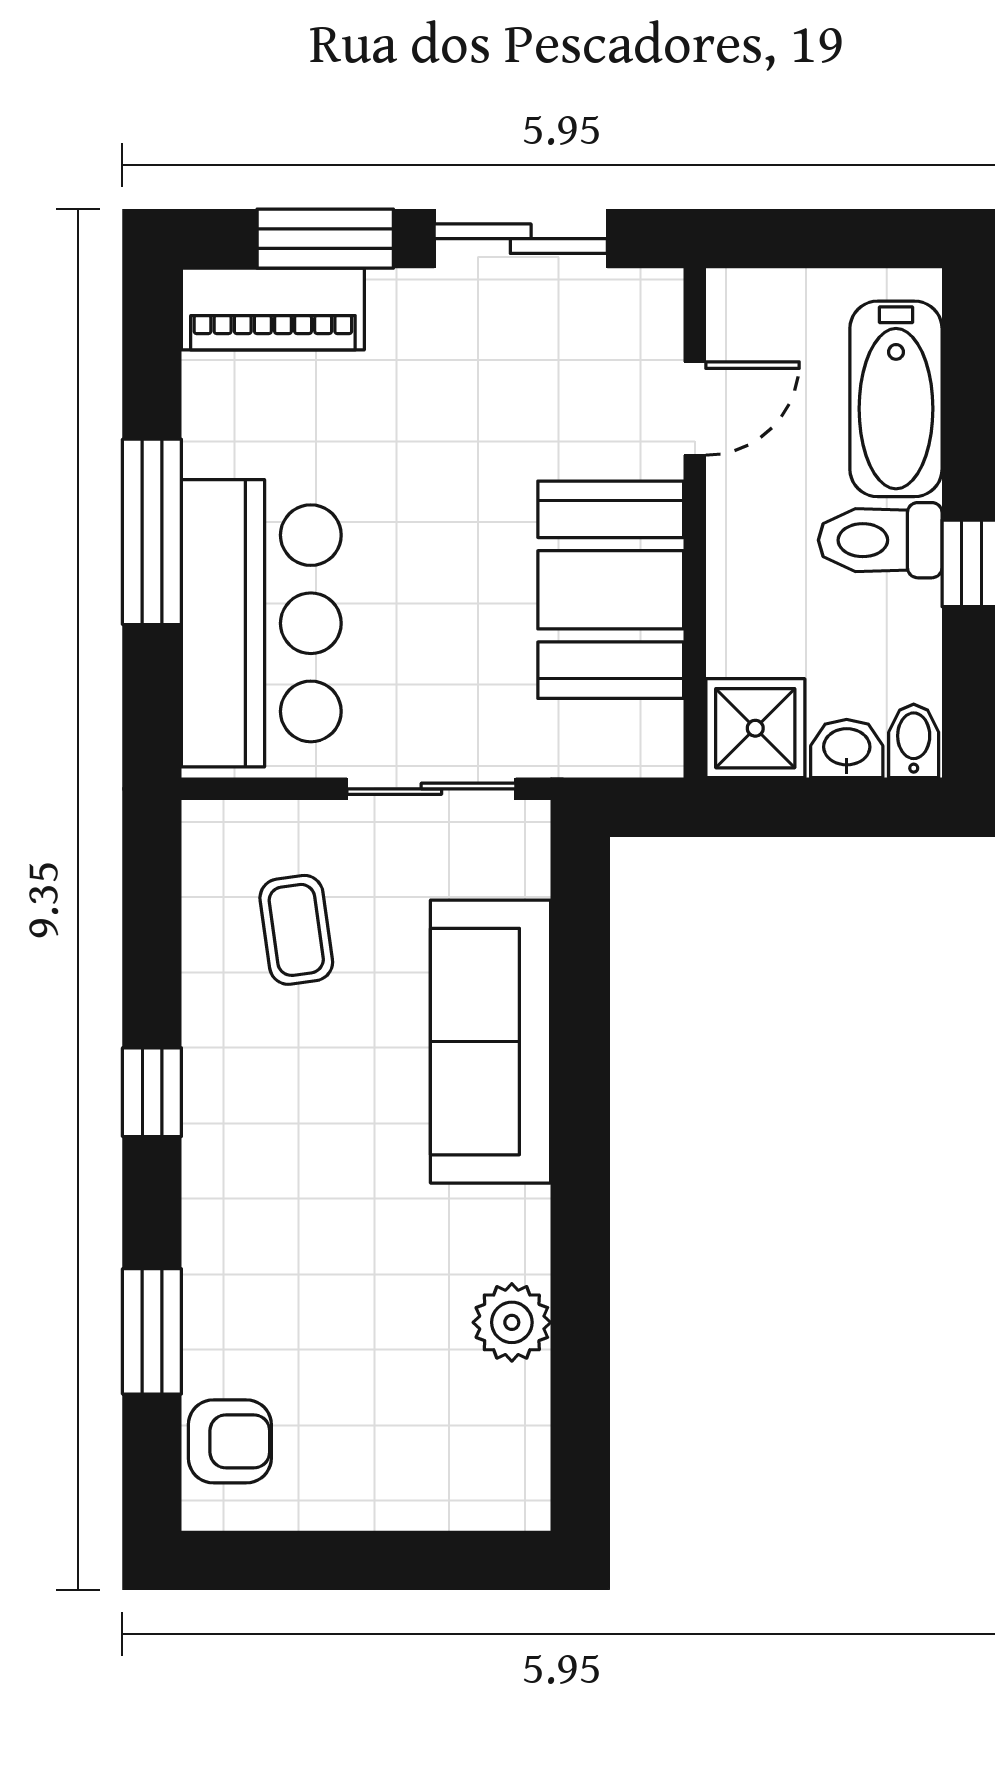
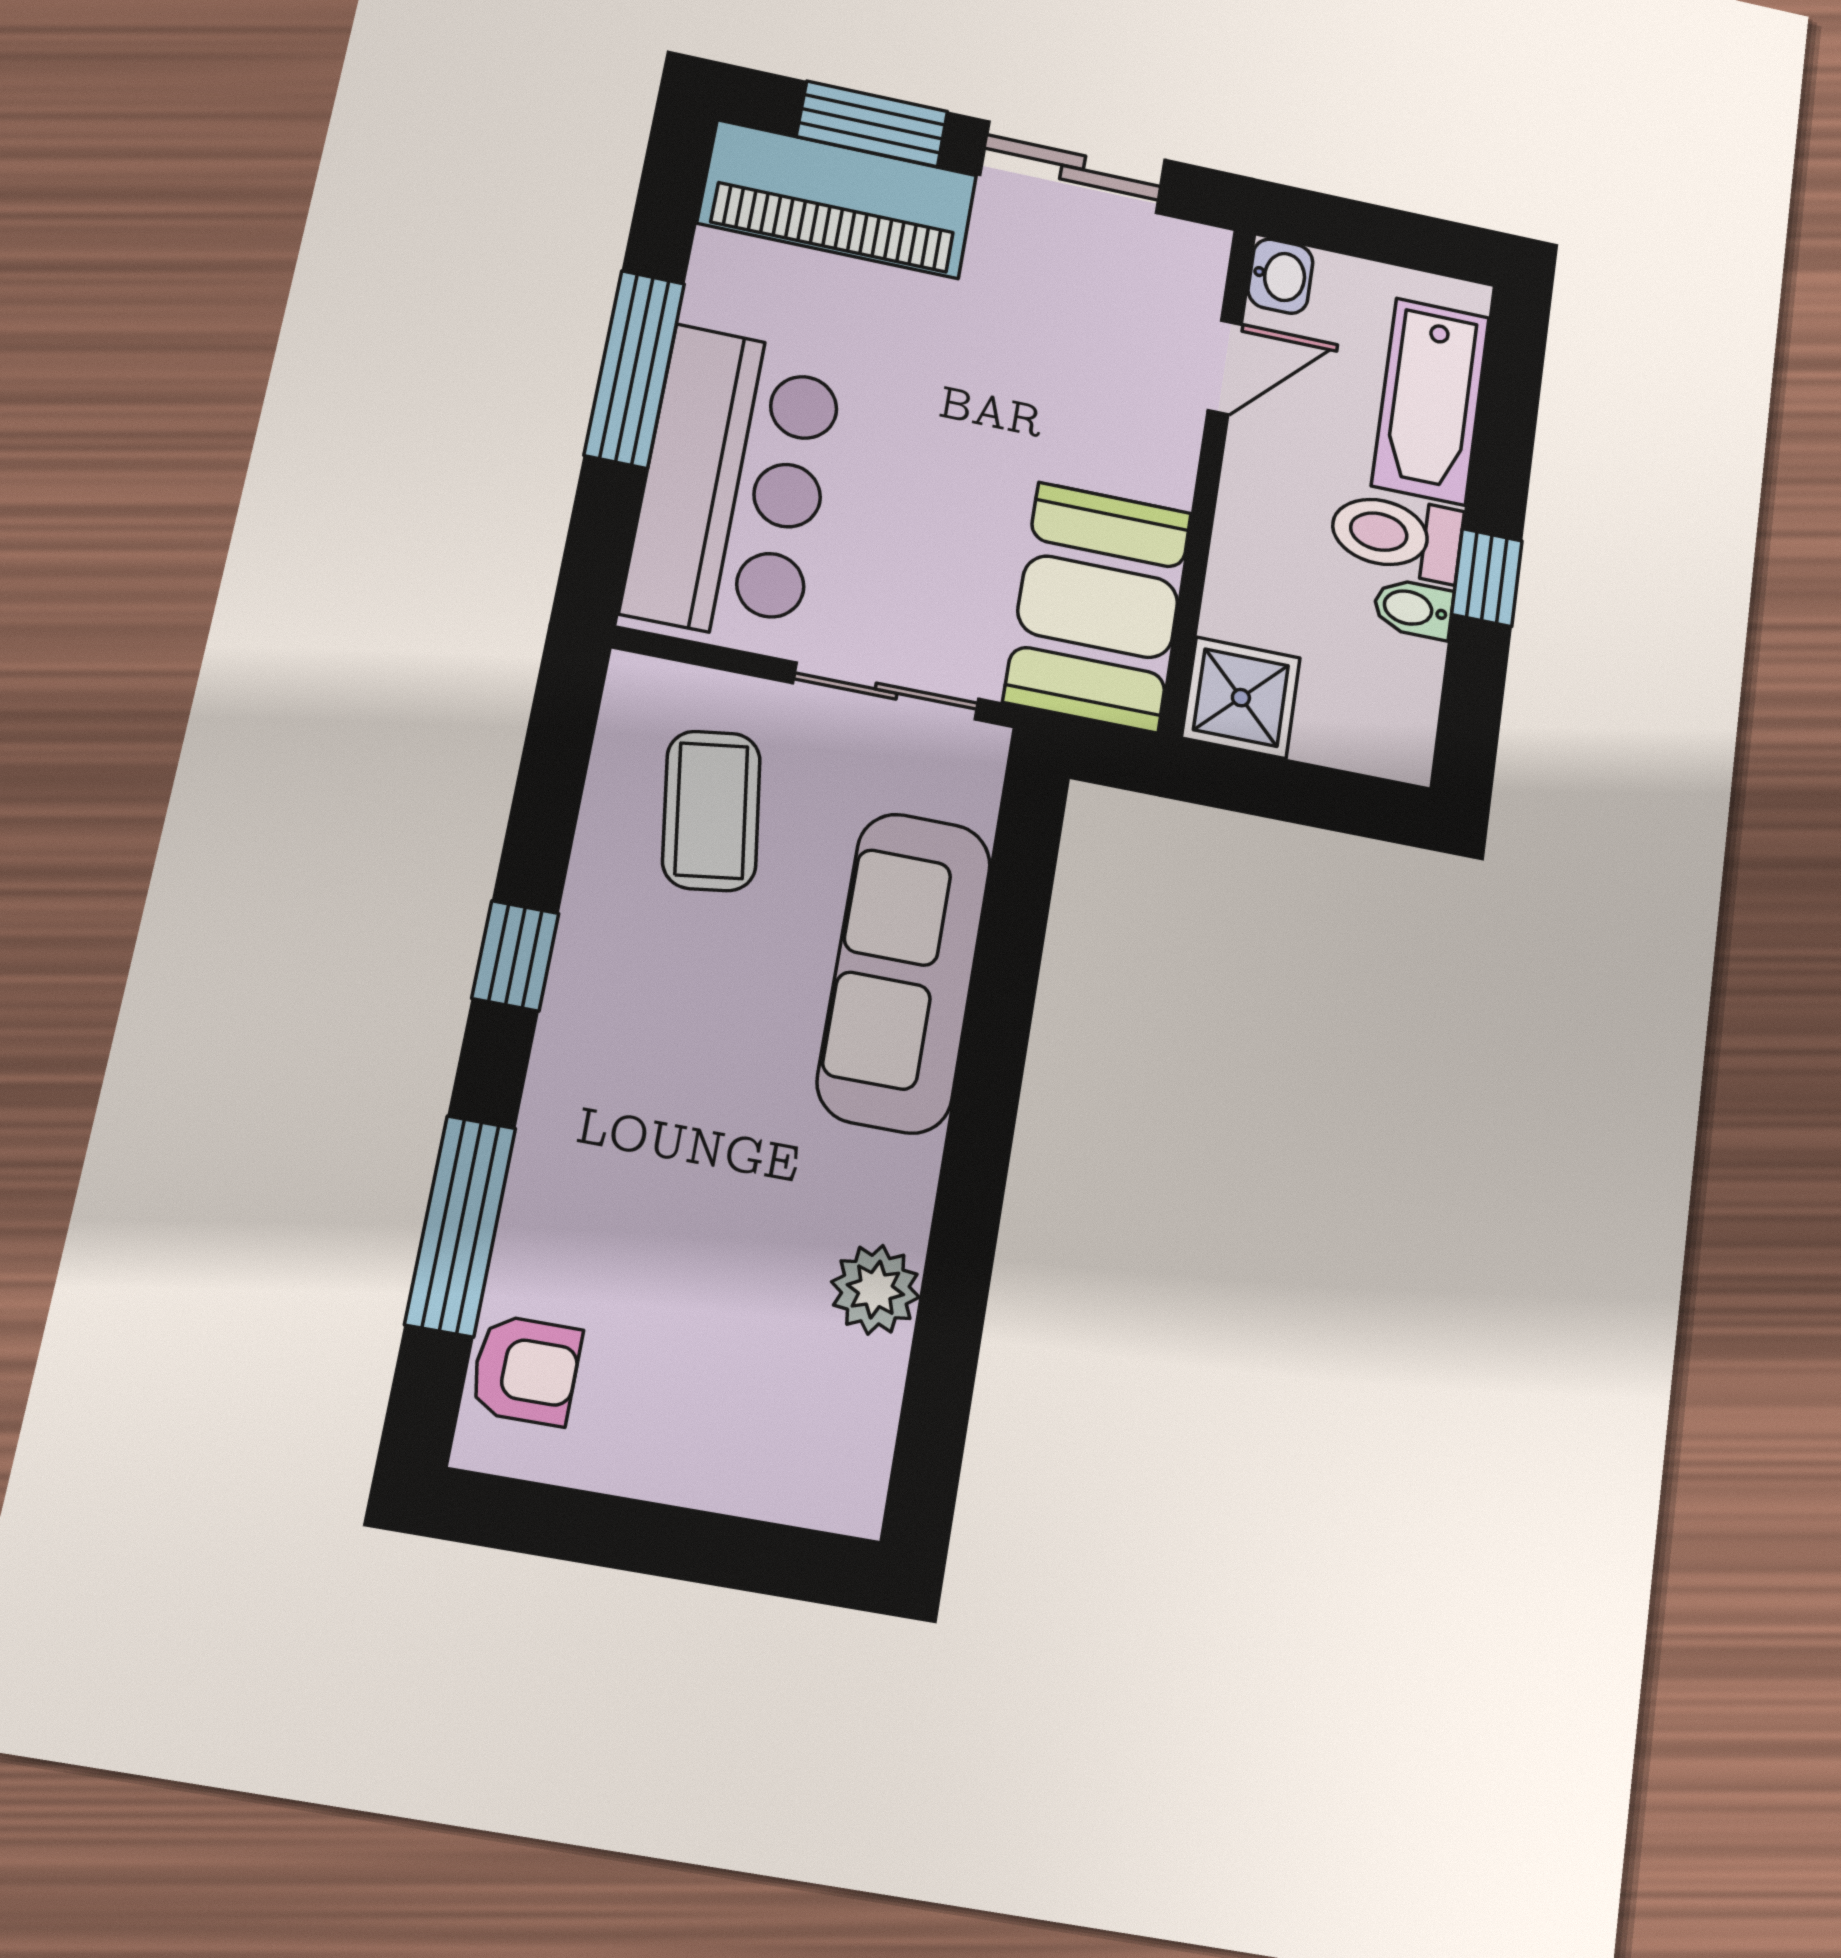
piano: (273, 309) -> (838, 199), width x1.37, depth x1.33
booth: (611, 590) -> (1098, 607), moved
bidet: (914, 741) -> (1413, 609), moved, turned -90
washbasin: (847, 749) -> (1280, 276), moved, turned 90
coffee table: (296, 930) -> (711, 811), width x1.36, depth x1.30
window: (152, 1331) -> (460, 1226), width x1.44

